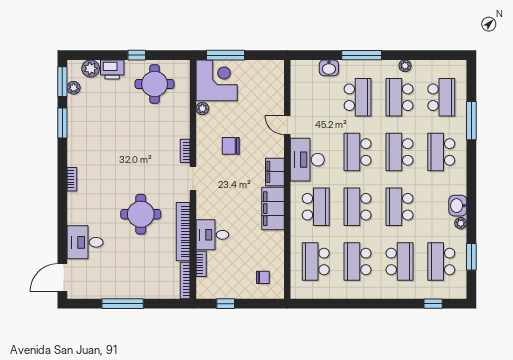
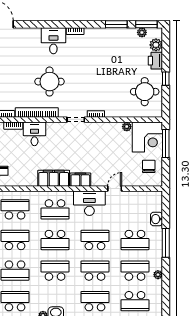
chair: (231, 146) -> (149, 166), moved
school desk: (358, 207) -> (55, 240), turned 180
desk: (85, 242) -> (53, 41), moved

